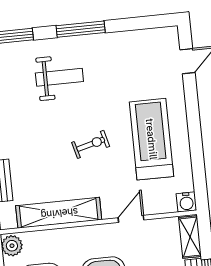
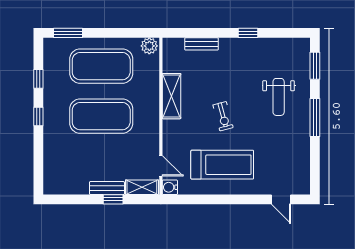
shelving: (59, 213) -> (172, 96), width x0.68
door: (131, 219) -> (161, 166), moved

